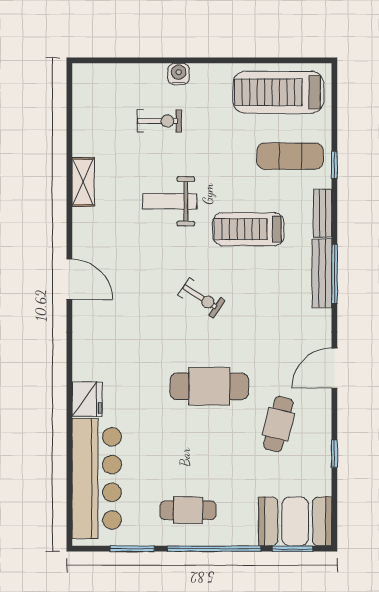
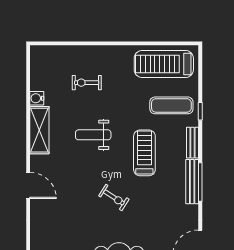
water cooler: (179, 74) -> (37, 98), moved, turned -90
exercise bike: (160, 121) -> (87, 83), turned 180
shelving: (83, 182) -> (39, 130), width x1.50, depth x1.33
treadmill: (248, 229) -> (144, 153), turned 90

